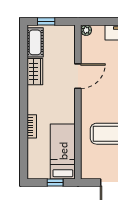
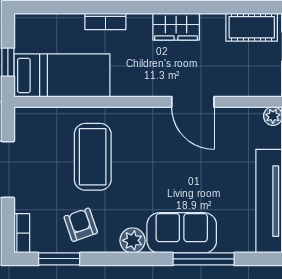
wardrobe: (35, 72) -> (176, 27), moved

